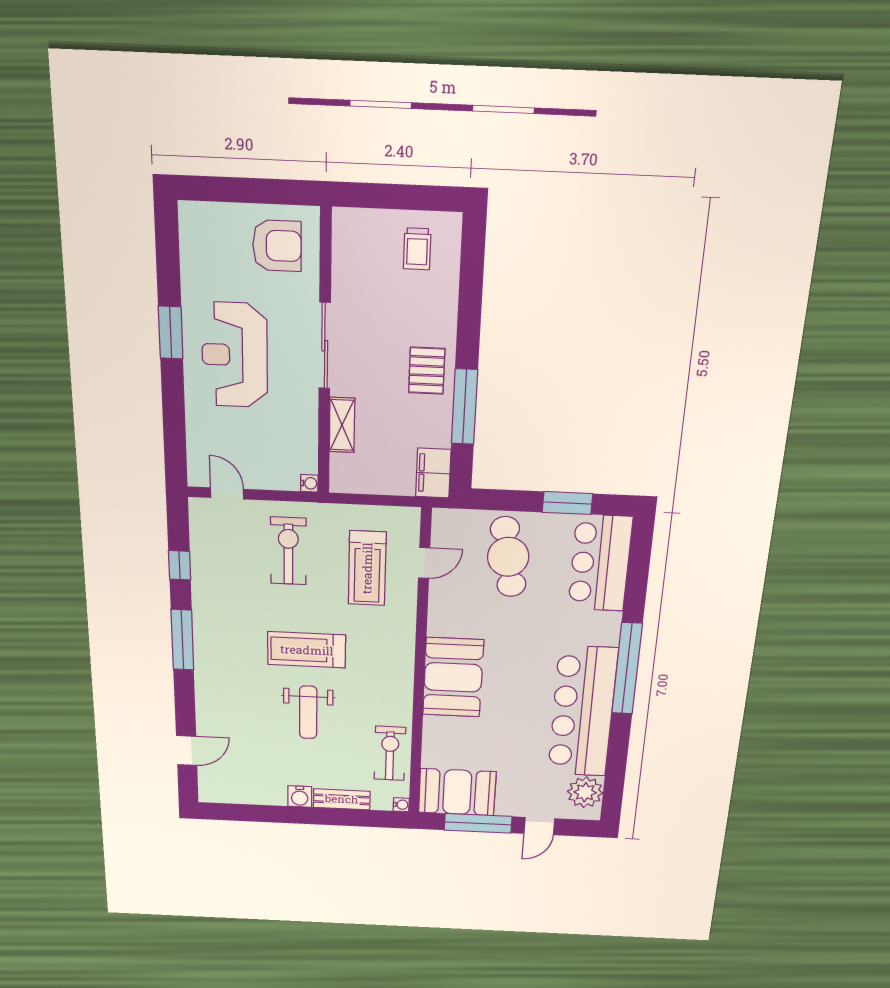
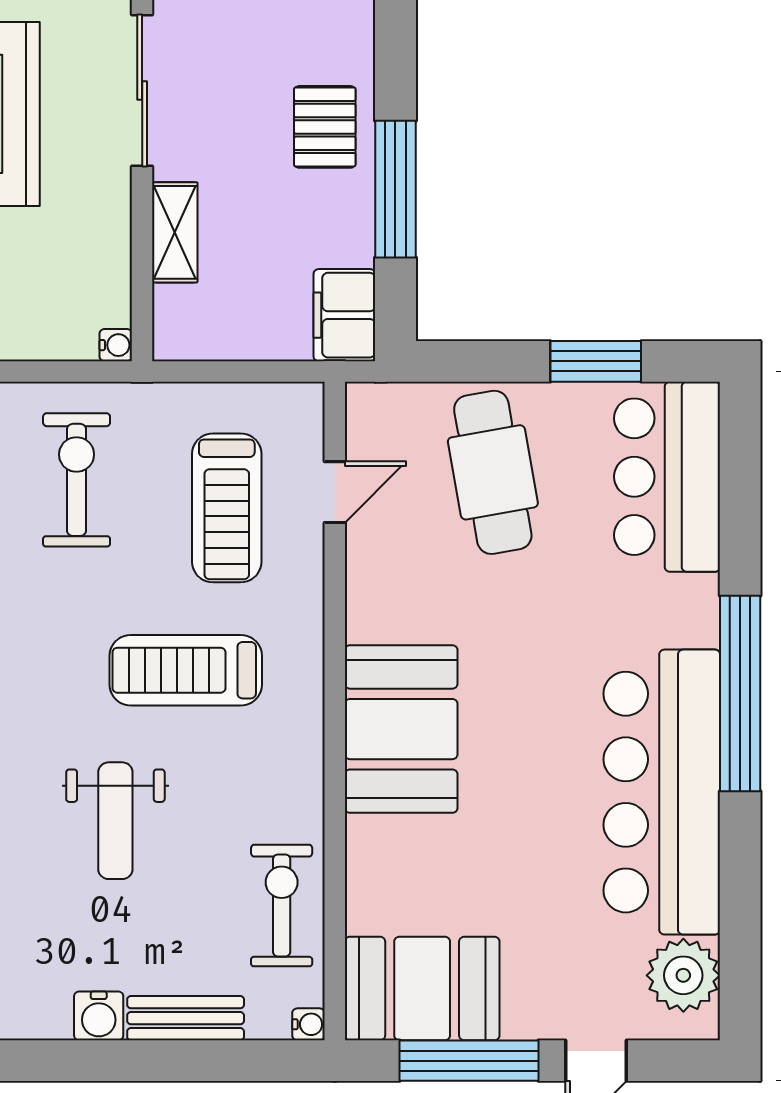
treadmill: (307, 650) -> (186, 670), moved

